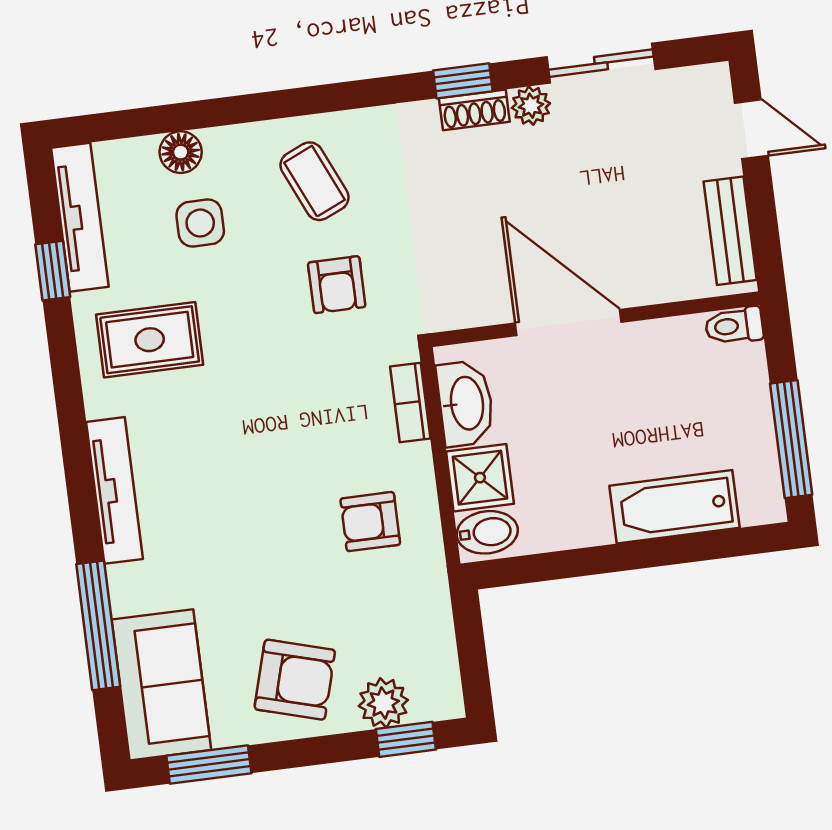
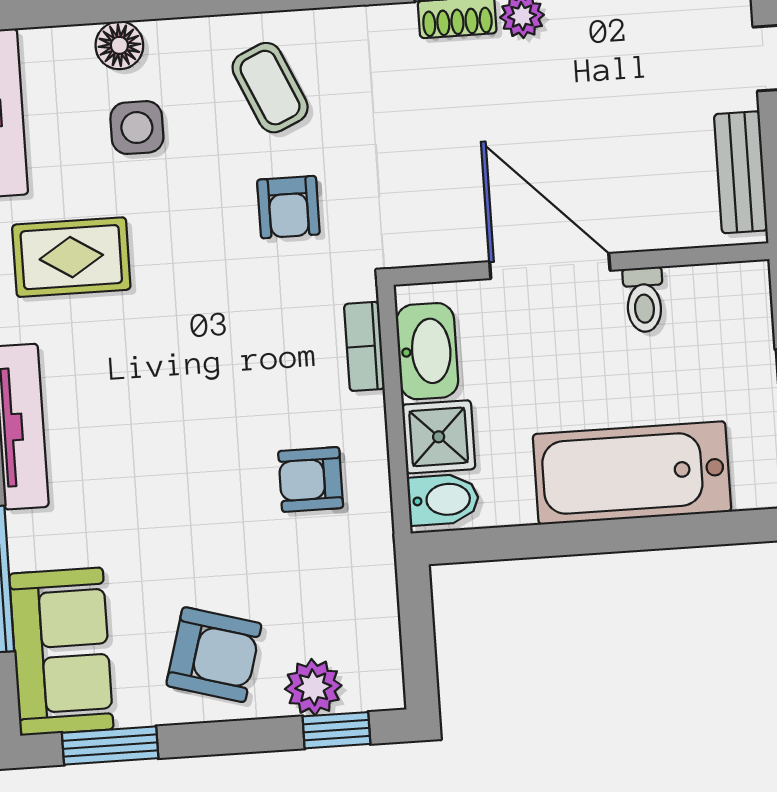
toilet: (734, 326) -> (644, 300), moved, turned -90
bathtub: (674, 507) -> (632, 473), width x1.36, depth x1.36

